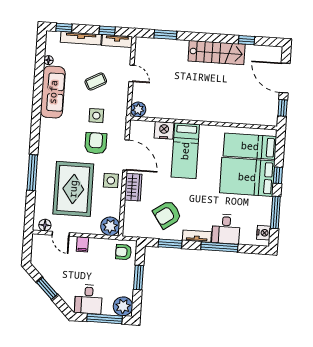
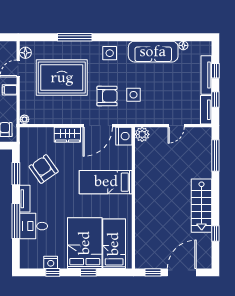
window: (64, 28) -> (215, 71), moved
window: (165, 35) -> (215, 155), width x1.44
coffee table: (96, 82) -> (166, 92), removed
nightstand: (164, 130) -> (124, 136), moved
side table: (111, 181) -> (110, 53), moved
window: (275, 212) -> (53, 272), width x0.46
plant: (110, 226) -> (24, 119), width x0.53, depth x0.53
nightstand: (264, 233) -> (51, 262), moved

